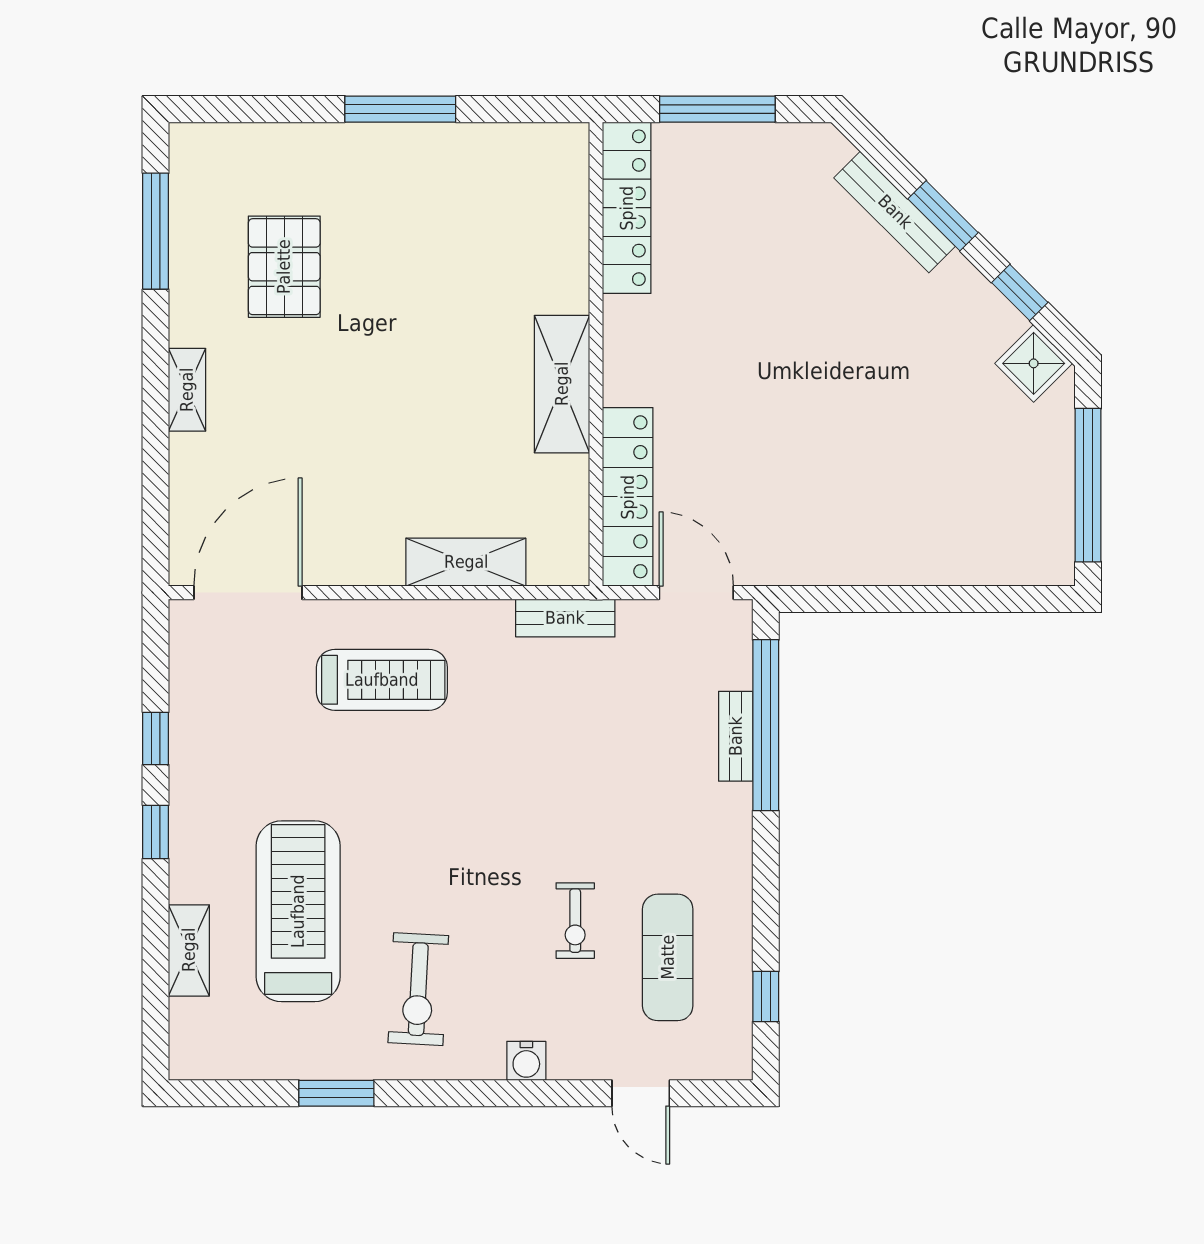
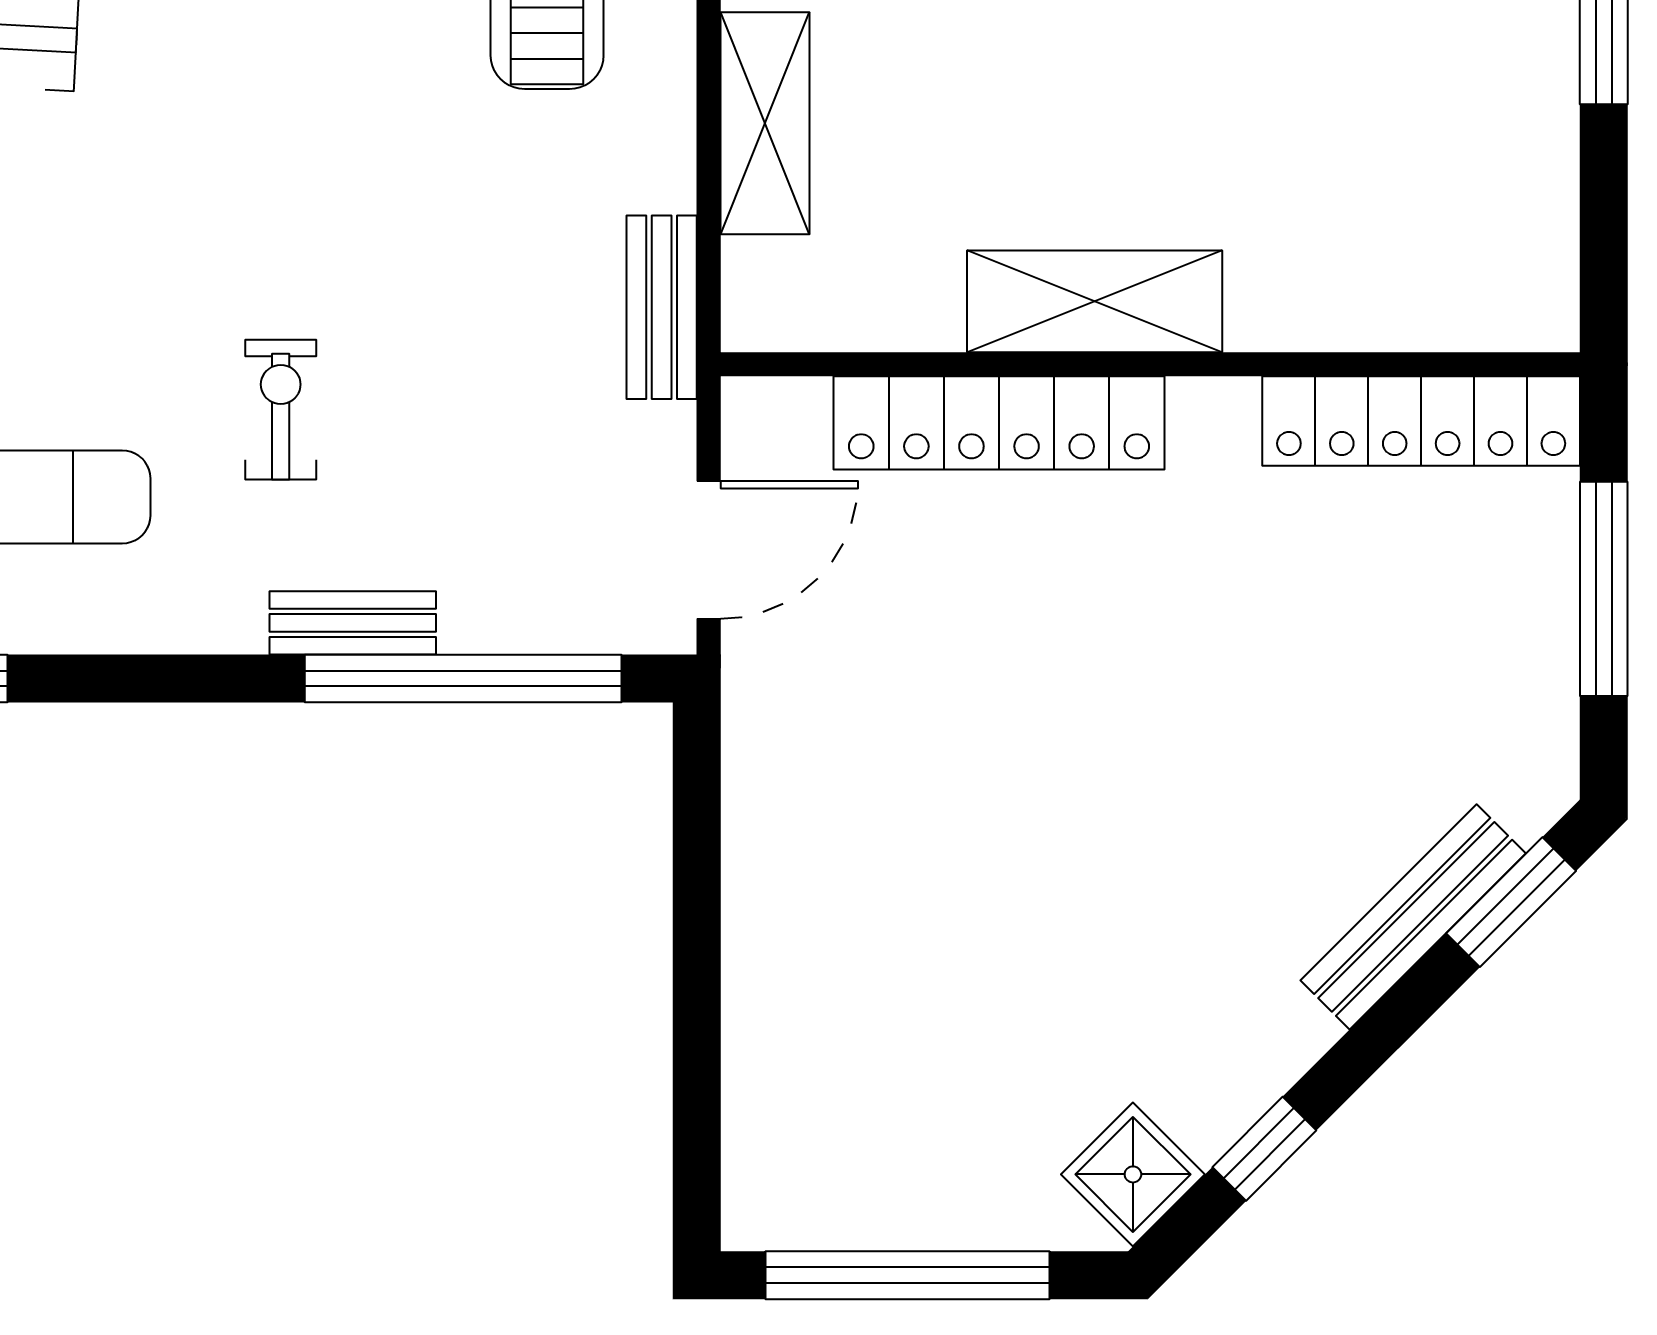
window: (943, 216) -> (1511, 902), moved
locker: (628, 497) -> (999, 423), moved
bench: (736, 736) -> (353, 623), moved
exercise bike: (575, 921) -> (281, 410), moved, turned 90

